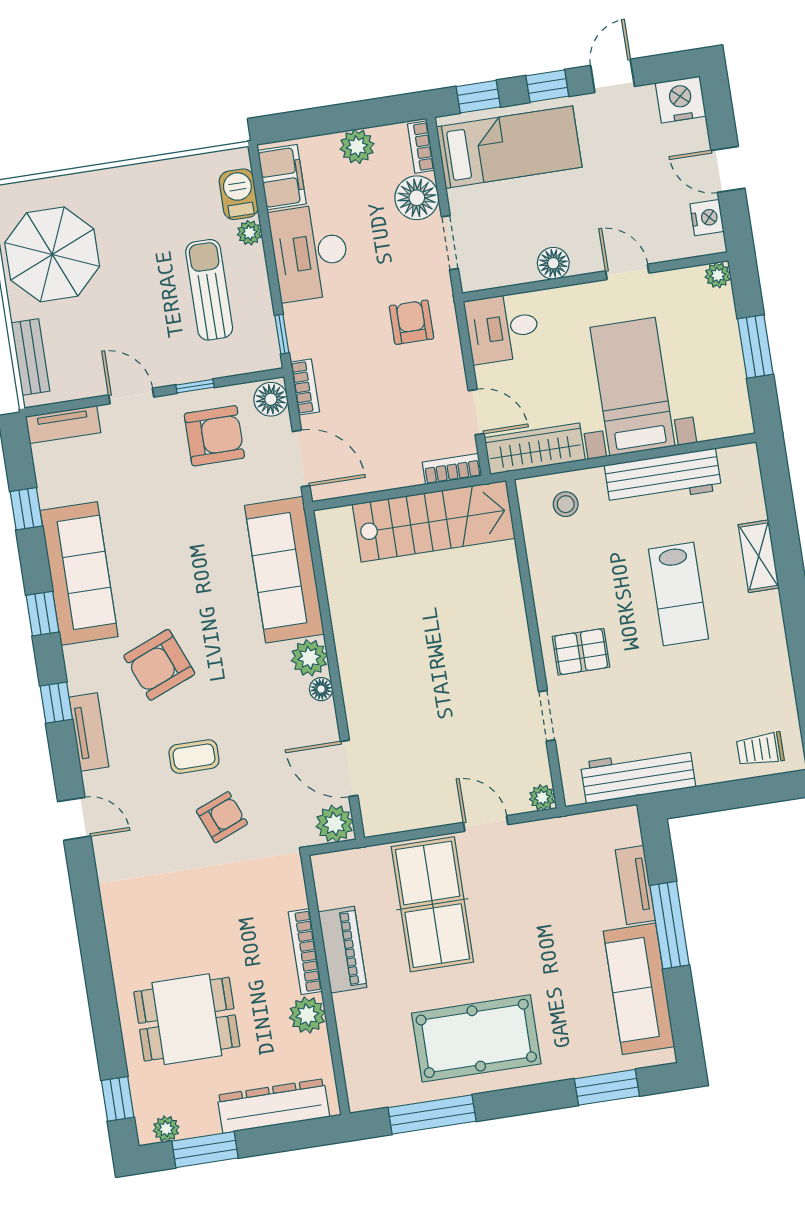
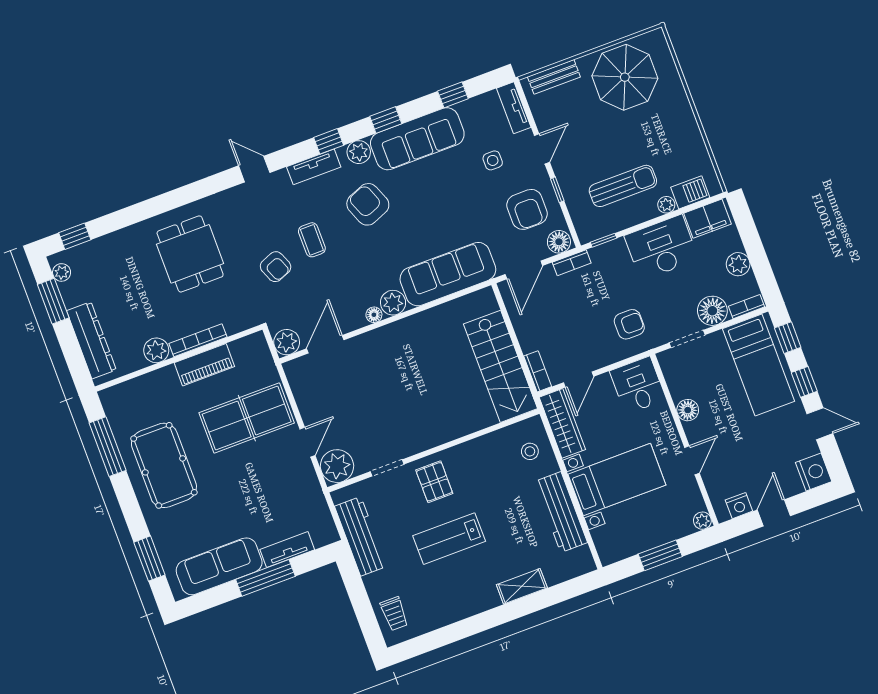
side table: (133, 471) -> (493, 160), added
lab bench: (679, 594) -> (449, 539), moved
plant: (81, 662) -> (359, 152), added
trolley: (760, 749) -> (394, 614), turned 180
plant: (542, 797) -> (337, 466), width x1.88, depth x1.88
door: (74, 819) -> (254, 169), swing flipped
dining table: (187, 1019) -> (190, 254), moved

